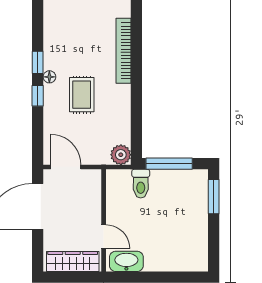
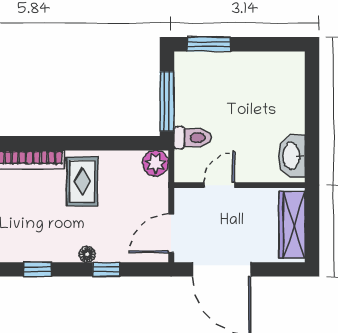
floor lamp: (49, 77) -> (87, 254), moved
rug: (82, 95) -> (82, 181), moved, turned 90
window: (38, 96) -> (106, 269), moved
door: (104, 237) -> (219, 185), moved

